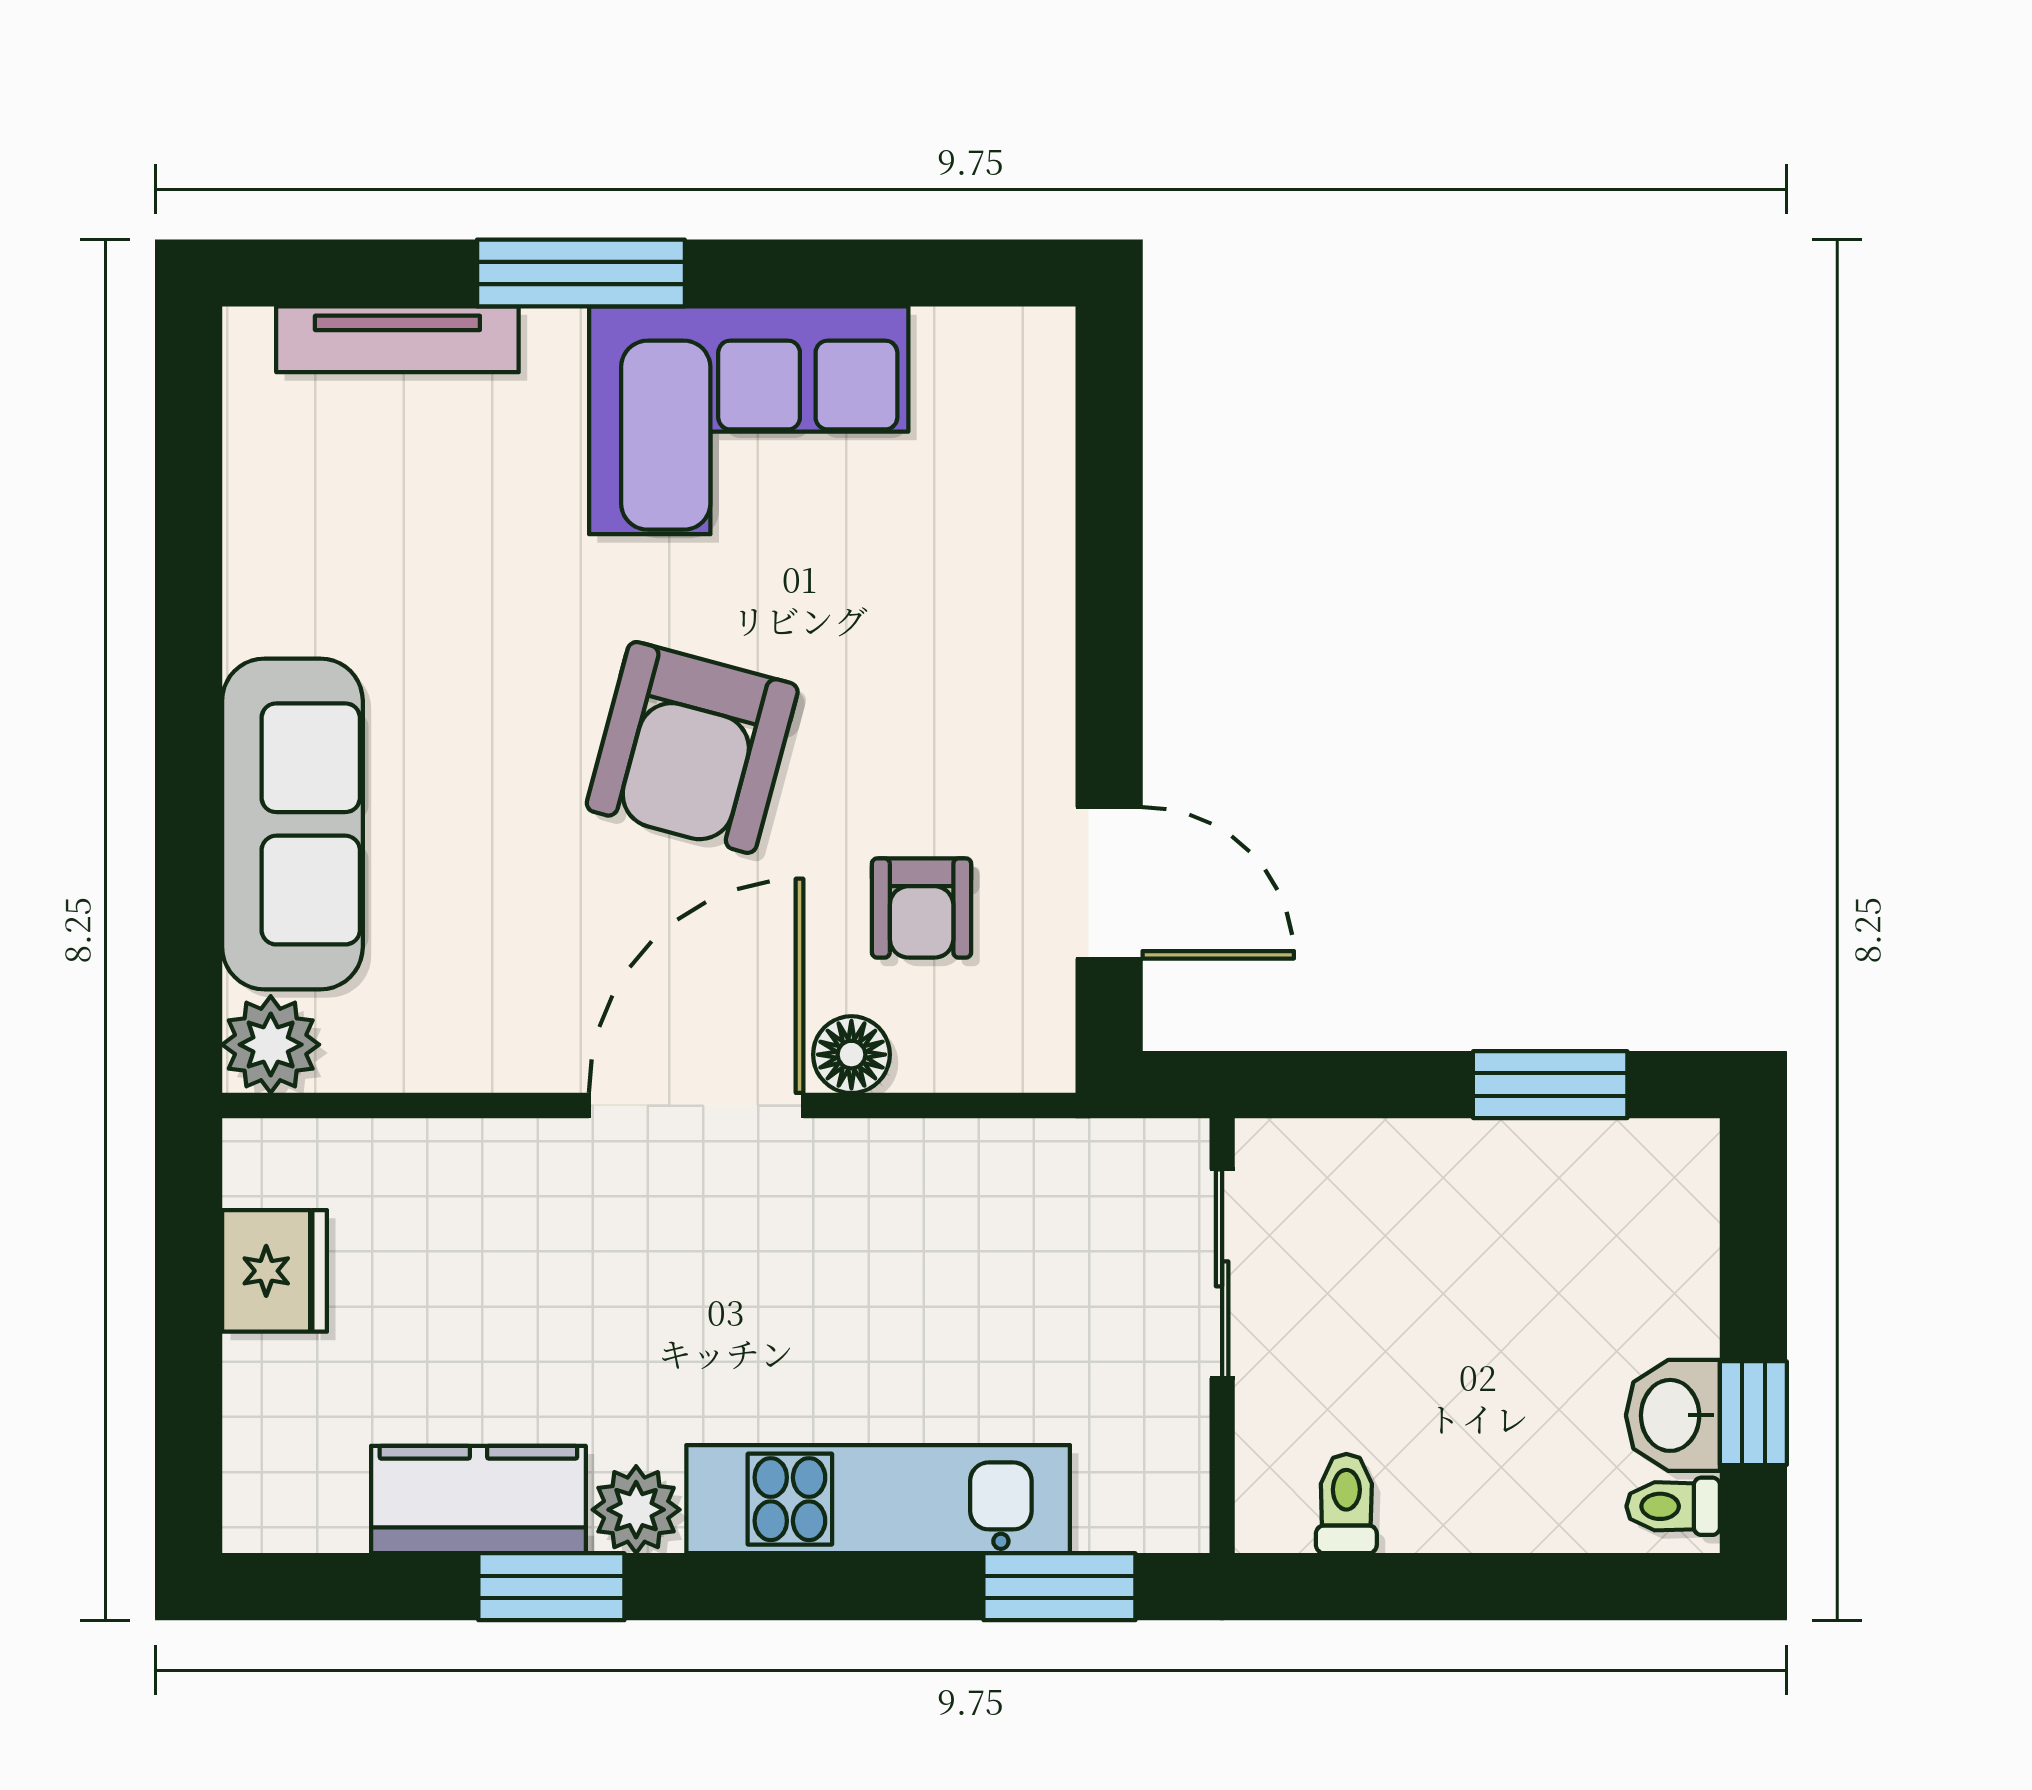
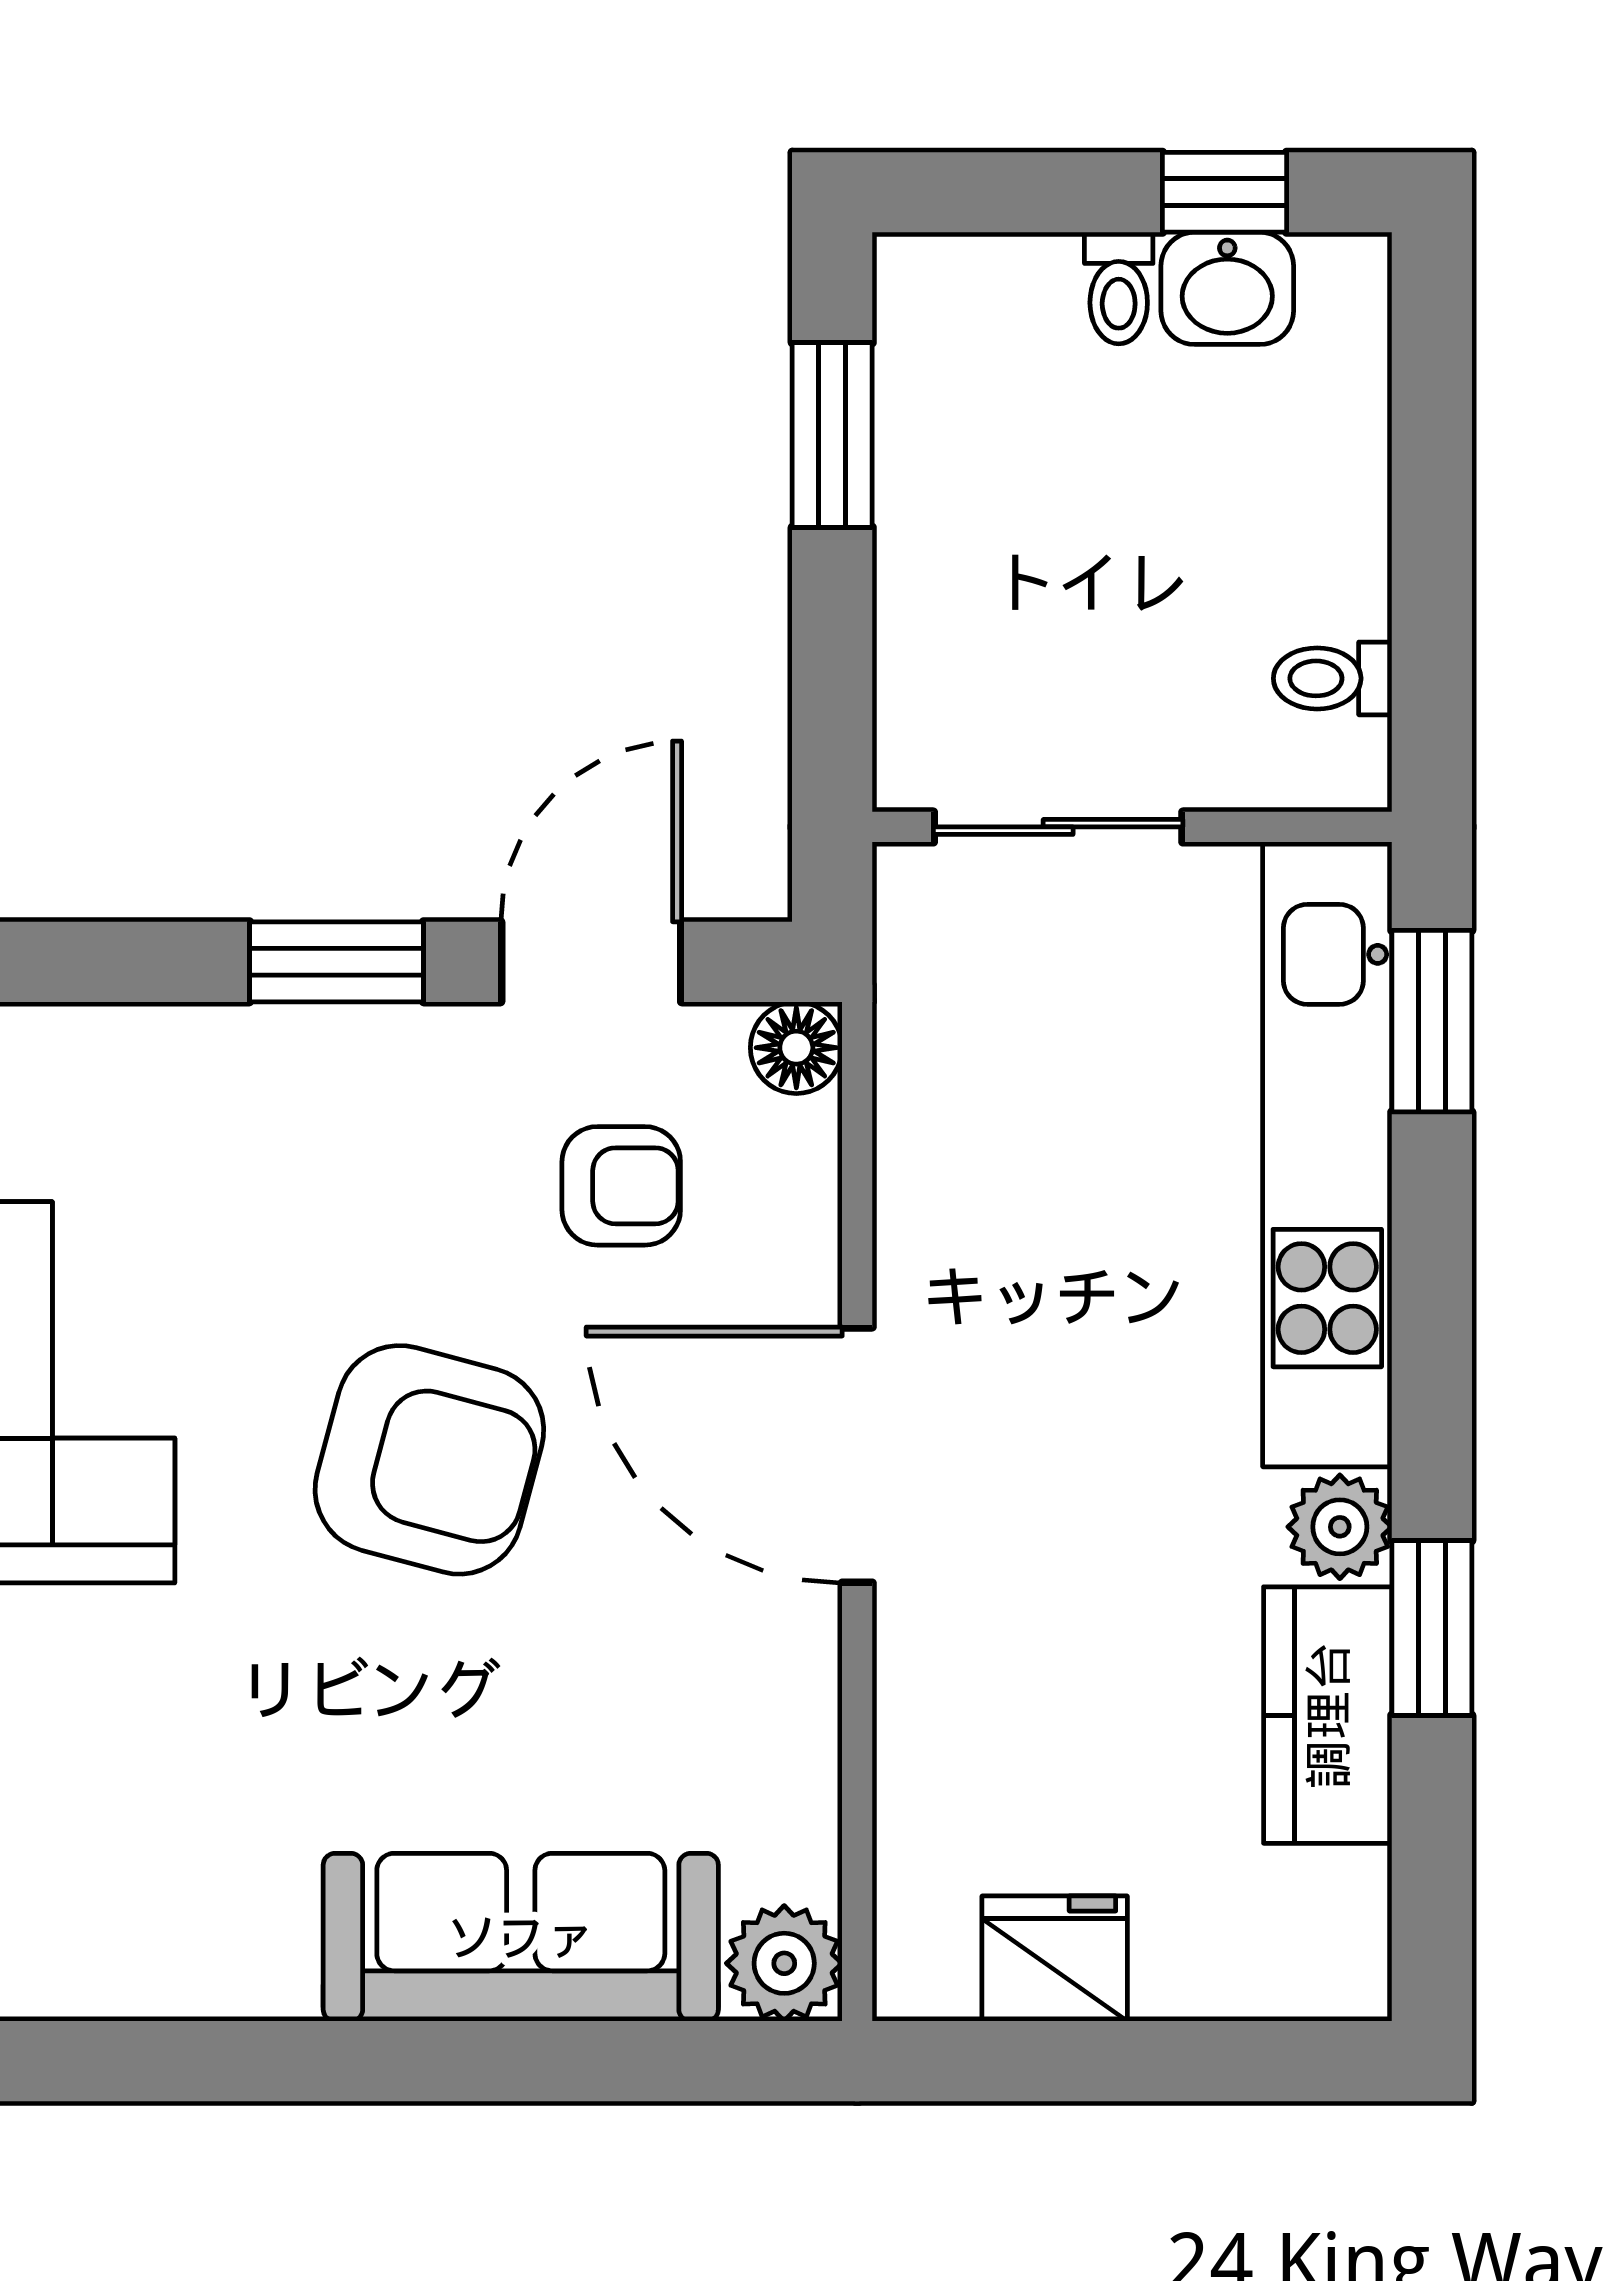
window: (1109, 670) -> (336, 962), added
floor lamp: (851, 1055) -> (796, 1048), moved
kitchen unit: (878, 1499) -> (1327, 1154), width x1.36
toilet: (1673, 1506) -> (1119, 288), moved

